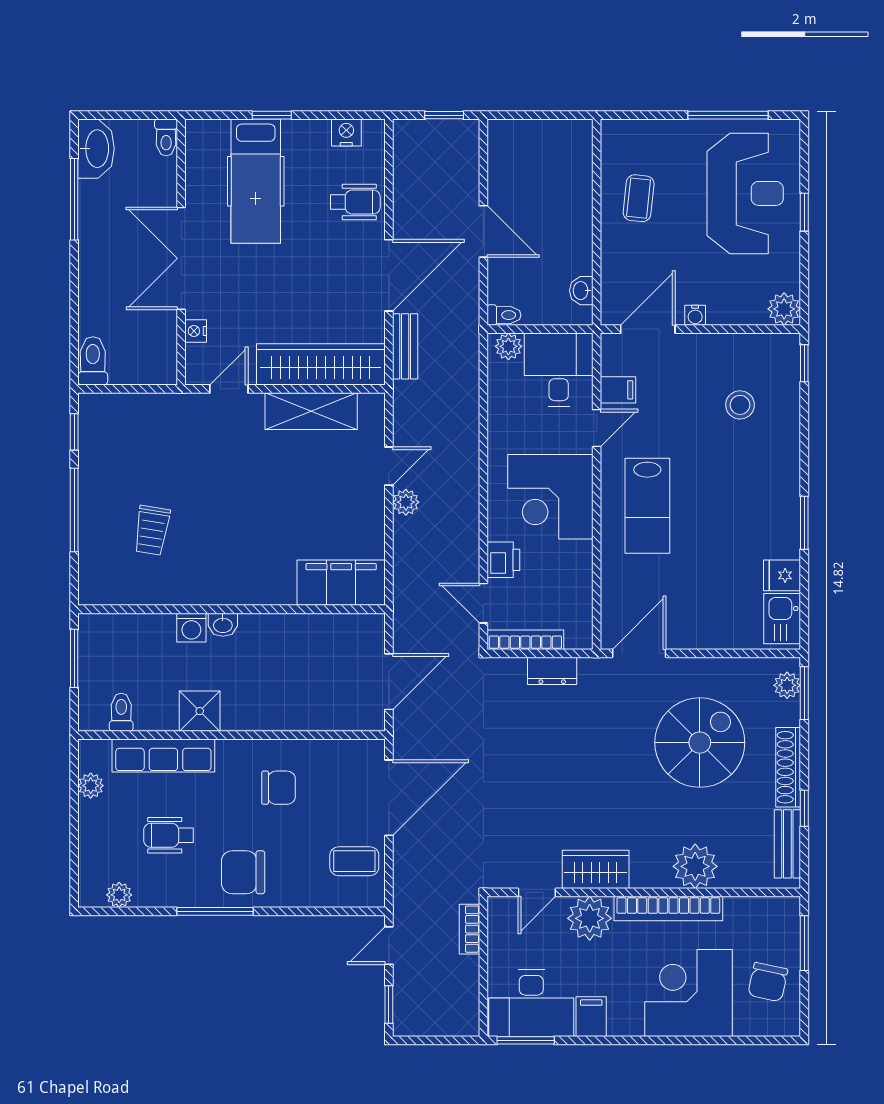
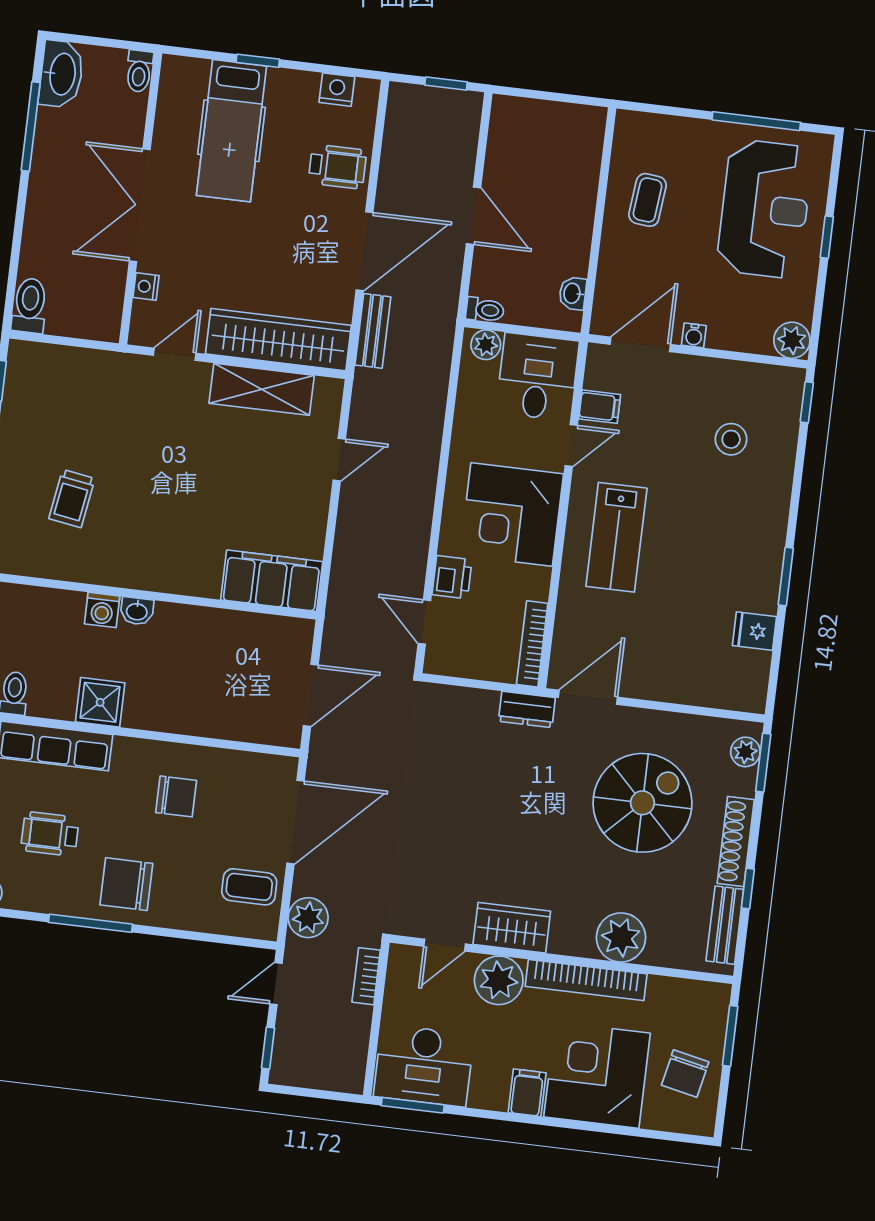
plant: (406, 502) -> (308, 918), moved, width x1.38, depth x1.38
kitchen sink: (782, 619) -> (749, 678), removed
bookcase: (525, 640) -> (532, 644), moved, turned -90
dresser: (552, 671) -> (527, 709), moved
filing cabinet: (591, 1017) -> (527, 1093), moved

